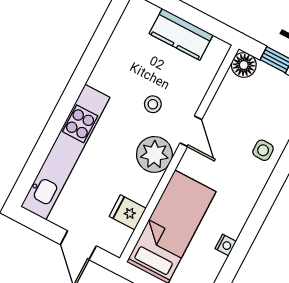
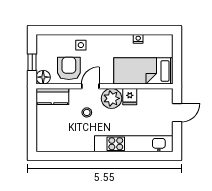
kitchen counter: (181, 34) -> (52, 96), moved, turned 90
armchair: (236, 112) -> (69, 68), added
fridge: (128, 212) -> (130, 97), moved

